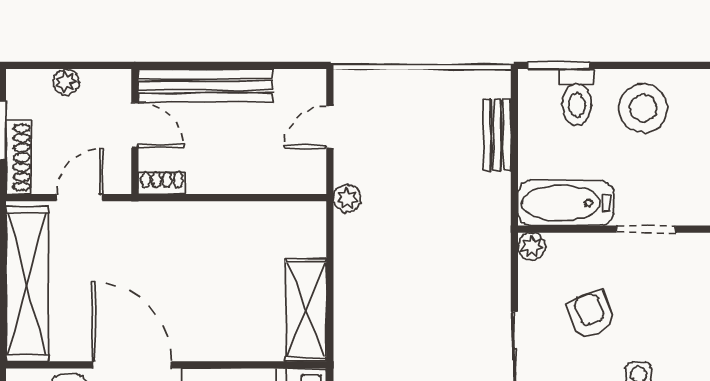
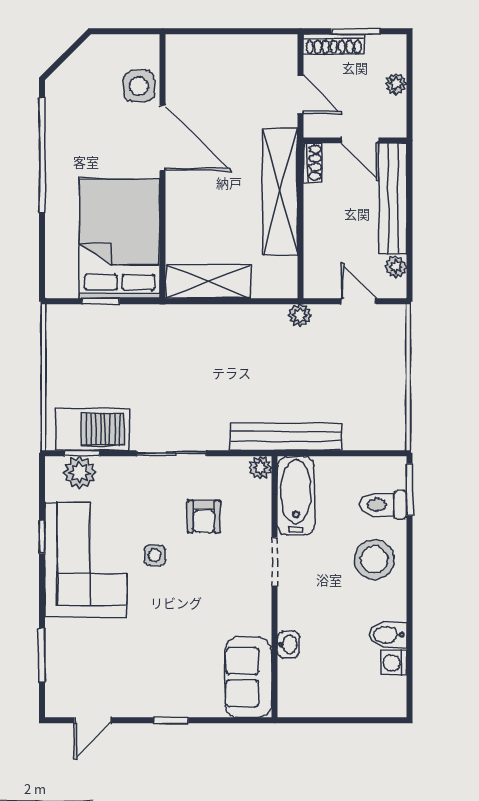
plant: (288, 82) -> (396, 267), added
door: (135, 125) -> (360, 140), hinge flipped
bench: (497, 135) -> (286, 437), moved, width x1.86, depth x1.21
shelving: (27, 284) -> (280, 192), moved, turned 90
armchair: (591, 315) -> (204, 517), turned 111
door: (132, 365) -> (163, 138), hinge flipped

